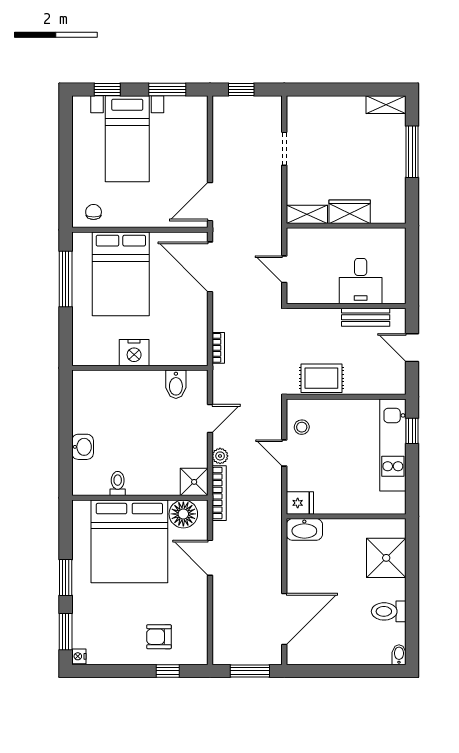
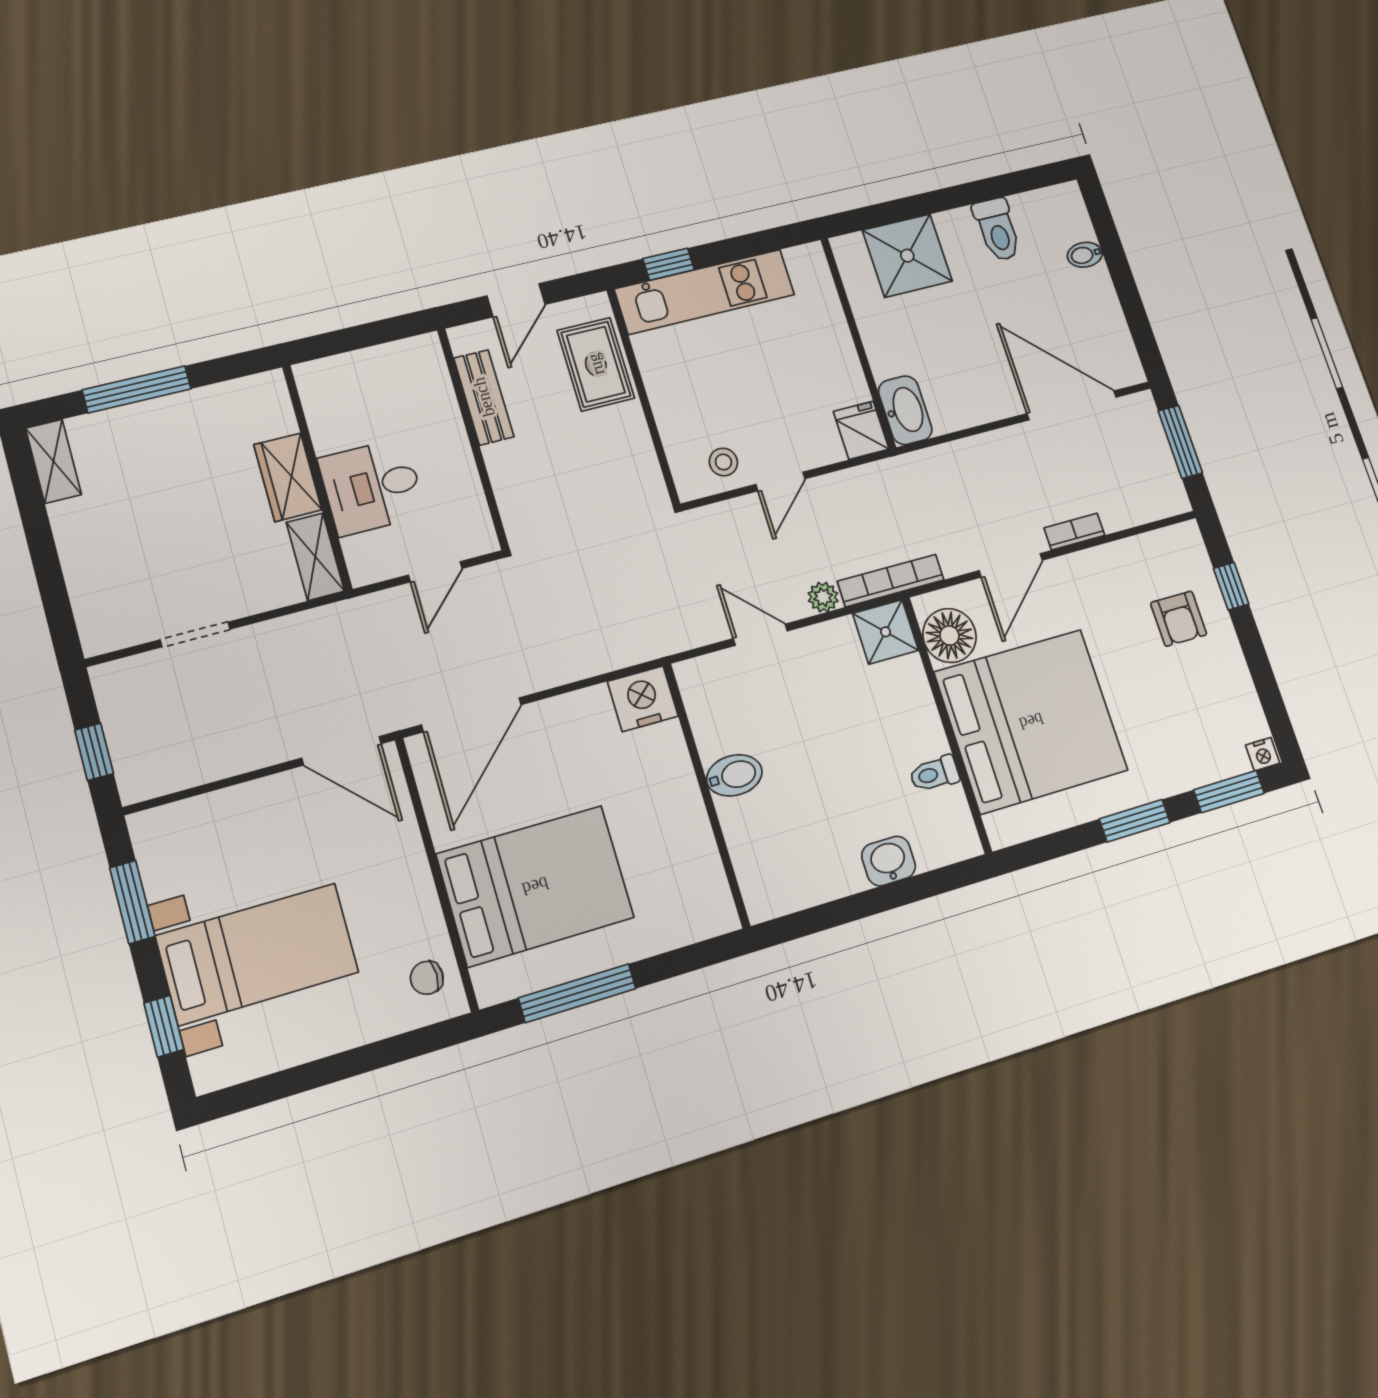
desk: (361, 281) -> (372, 487), moved, turned 180
bookcase: (218, 348) -> (1074, 532), moved
nightstand: (134, 353) -> (643, 699), moved, turned -90
rug: (321, 378) -> (596, 364), moved
bidet: (176, 384) -> (734, 775), moved
bidet: (399, 655) -> (1085, 255), moved

